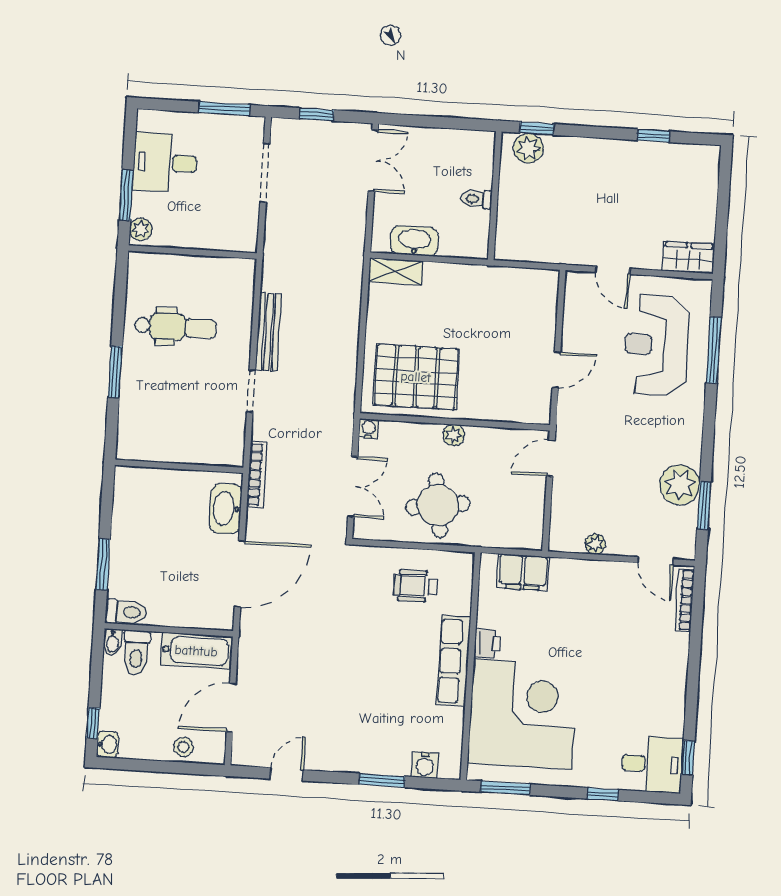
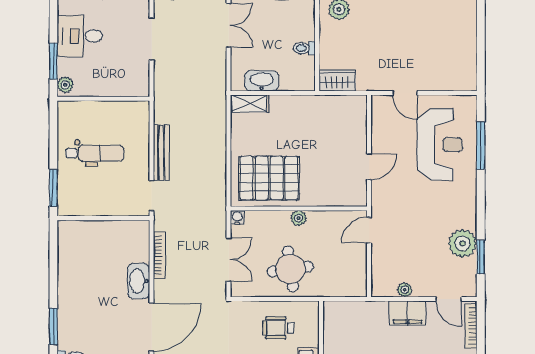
wardrobe: (689, 258) -> (337, 80), moved
reception desk: (657, 345) -> (440, 145), turned 180
wall: (179, 466) -> (103, 218), moved
filing cabinet: (523, 572) -> (407, 313), moved

